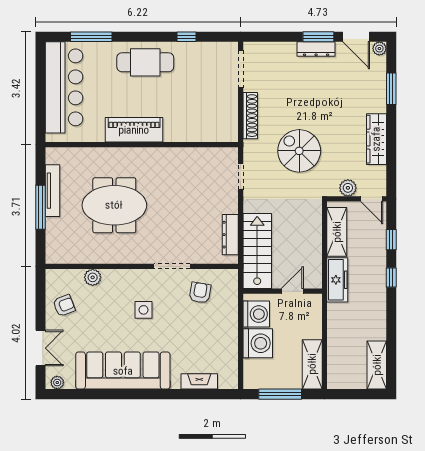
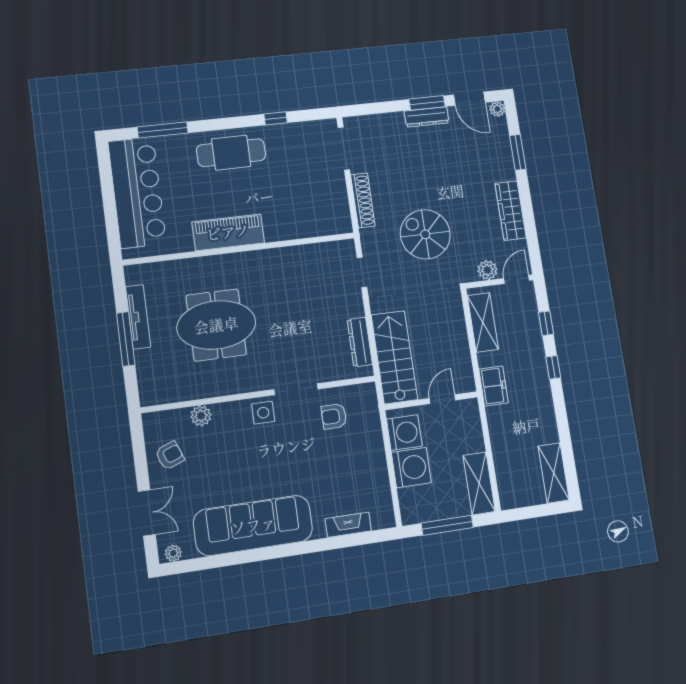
door: (372, 199) -> (517, 279), swing flipped
freezer: (337, 280) -> (494, 386), width x0.71
armchair: (200, 293) -> (334, 416), turned -99
side table: (144, 310) -> (263, 413), moved

